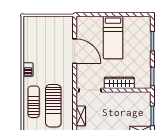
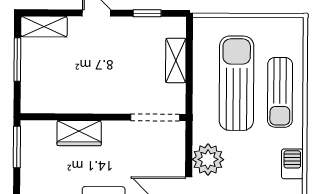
plant: (66, 71) -> (208, 159), added
wardrobe: (119, 83) -> (79, 133), width x0.67

